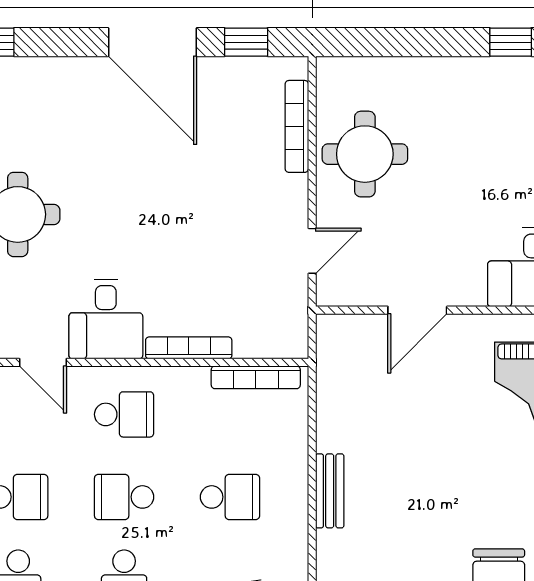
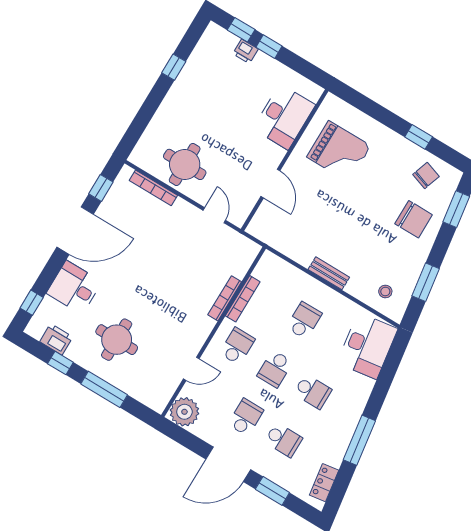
desk: (106, 319) -> (74, 288), moved, turned 180
bookcase: (256, 377) -> (243, 299), moved

